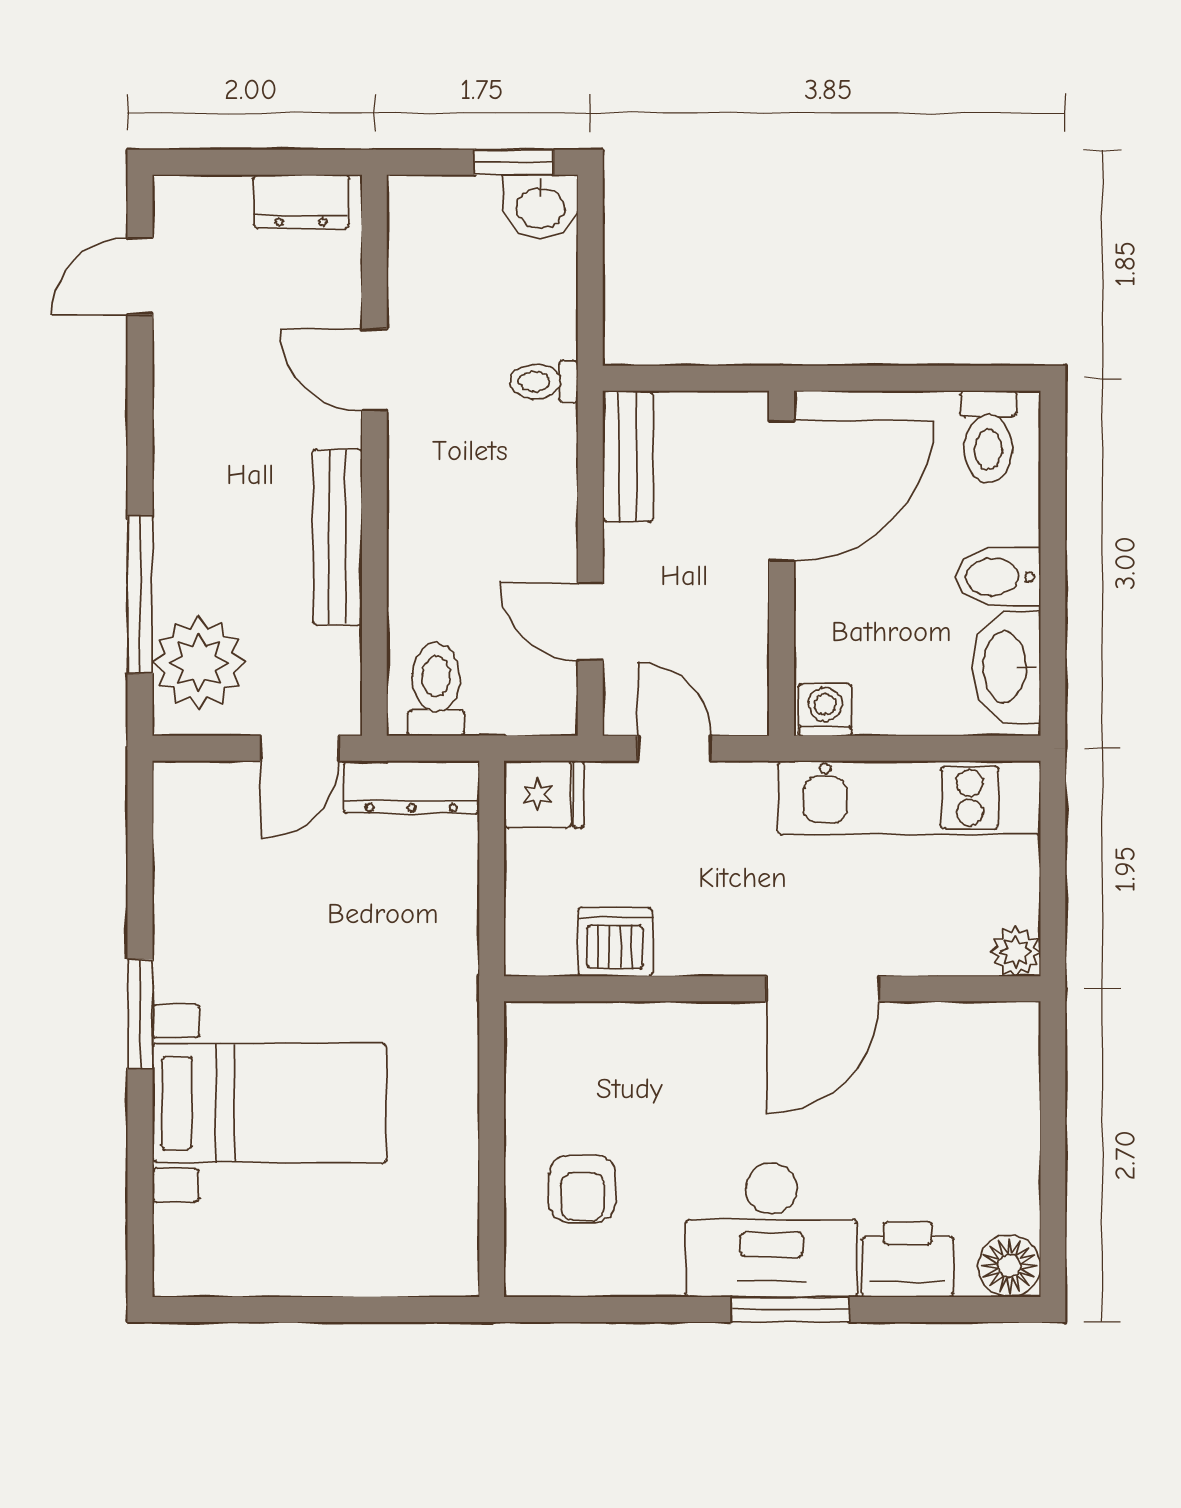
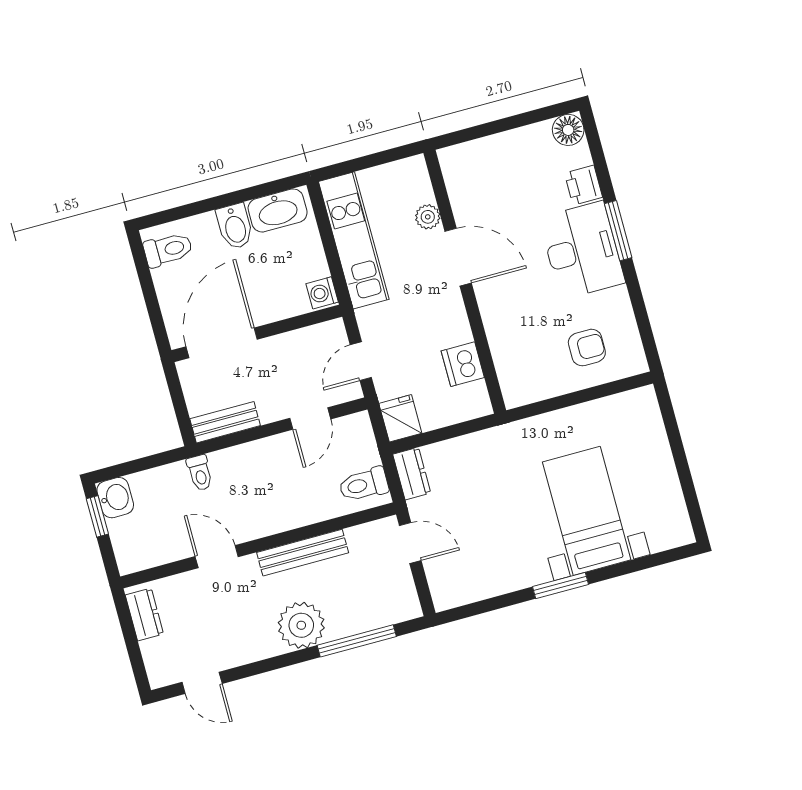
door: (374, 370) -> (217, 557), swing flipped
door: (781, 491) -> (222, 343), hinge flipped
plant: (199, 663) -> (301, 625), moved
dresser: (411, 787) -> (412, 474), width x0.70
plant: (1016, 952) -> (428, 217), moved
printer: (908, 1259) -> (583, 185), width x0.73, depth x0.81

